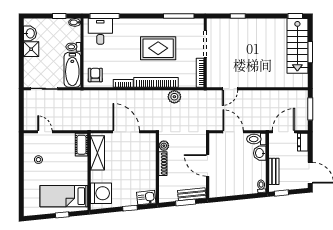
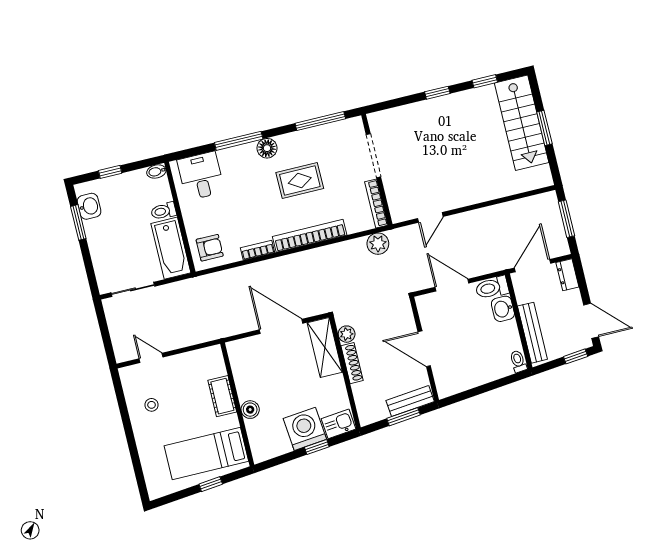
window: (59, 16) -> (110, 172), moved
window: (105, 16) -> (239, 141), moved
window: (238, 16) -> (437, 93), moved
window: (295, 16) -> (485, 81), moved
floor lamp: (143, 24) -> (267, 148), added
window: (21, 41) -> (78, 222), added
rug: (158, 48) -> (300, 180), width x0.73, depth x0.70
shower: (31, 49) -> (97, 231), removed
armchair: (95, 75) -> (210, 248), turned 90
plant: (174, 97) -> (378, 244), moved
cot: (81, 145) -> (222, 396), moved
shelving: (97, 153) -> (325, 347), moved
bench: (274, 171) -> (532, 333), width x1.36
boiler: (96, 176) -> (250, 410), added
washing machine: (101, 193) -> (305, 429), moved, turned -96
window: (281, 193) -> (576, 356), moved

